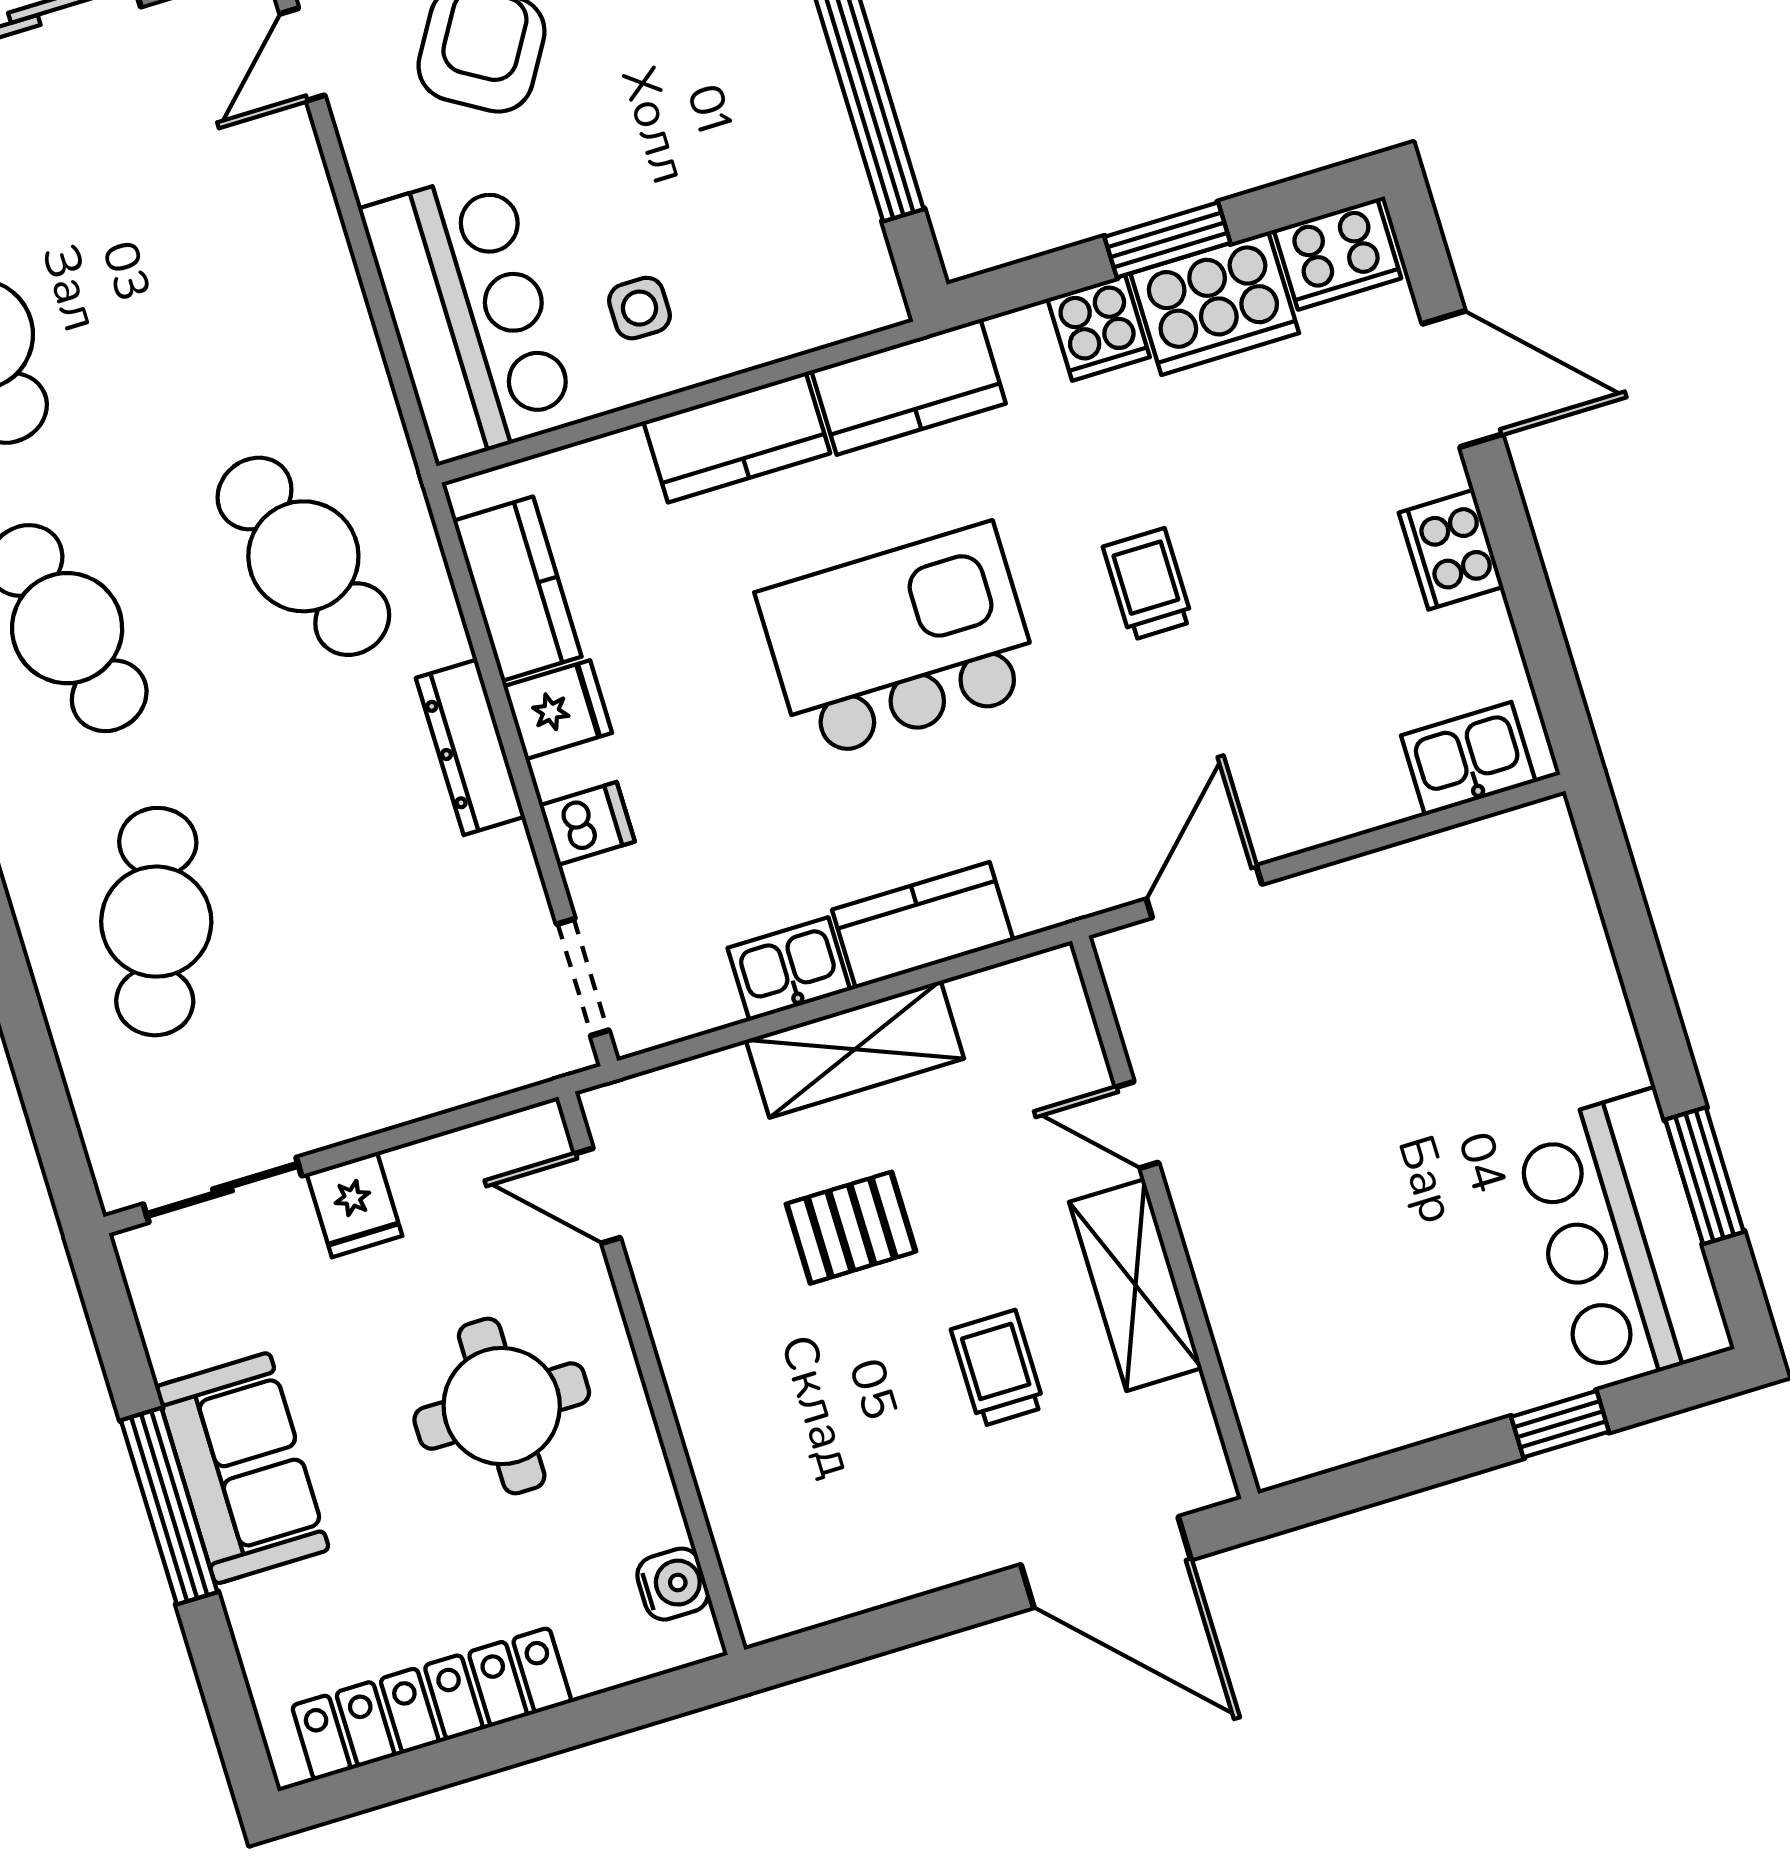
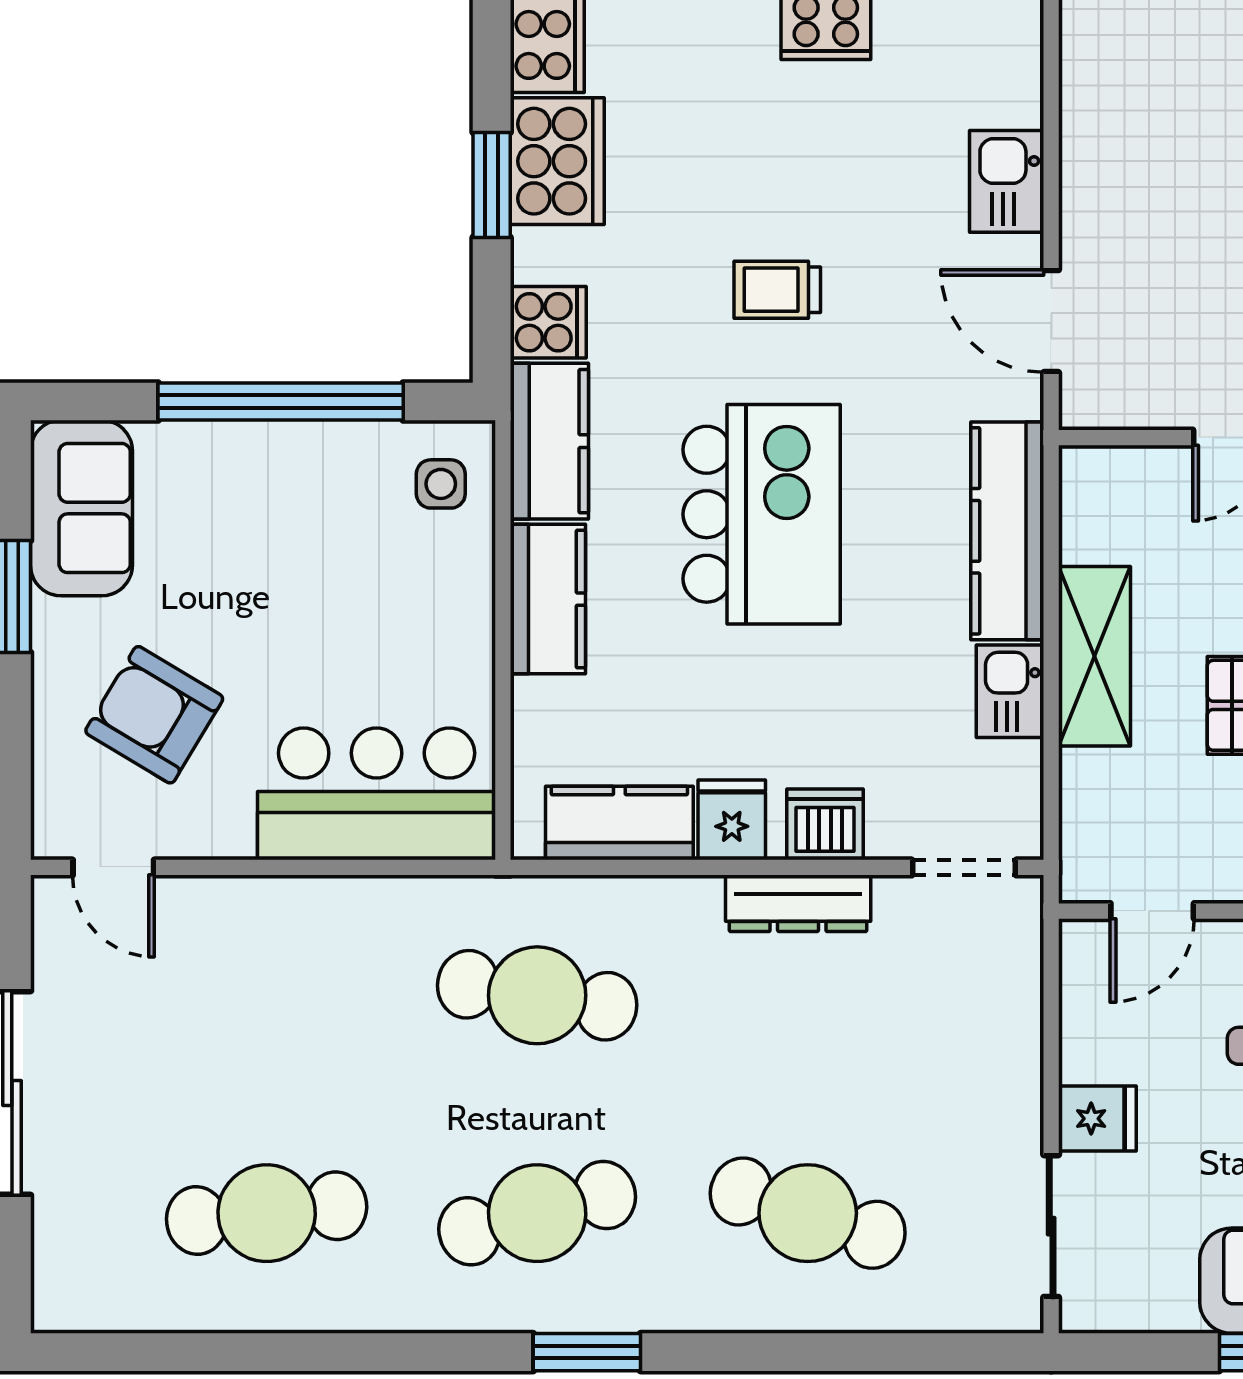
side table: (639, 308) -> (441, 484), moved
cooker: (1099, 328) -> (548, 322), moved
cafe table: (303, 556) -> (537, 995), turned 30
kitchen island: (899, 641) -> (762, 514), turned 180
dresser: (470, 747) -> (798, 903), moved
kitchen sink: (1468, 759) -> (1007, 181), moved
dishwasher: (587, 824) -> (825, 824), width x1.38
kitchen counter: (923, 925) -> (1007, 531), width x1.50

